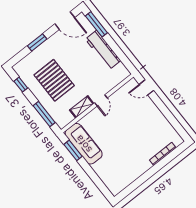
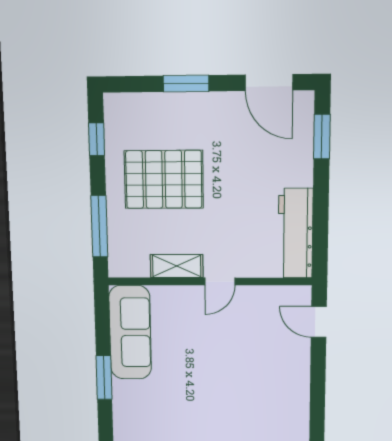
window: (96, 24) -> (322, 137), width x0.69
workbench: (103, 50) -> (296, 233), moved
pallet: (54, 80) -> (164, 179), turned 90
window: (73, 150) -> (104, 377), moved

